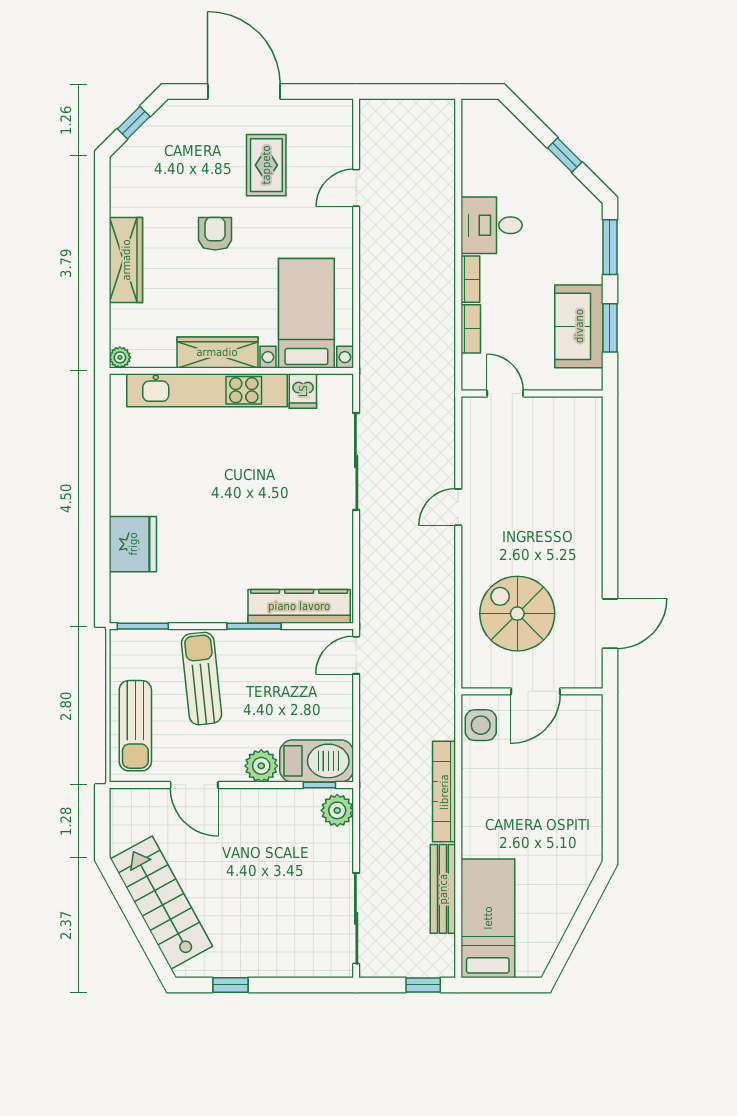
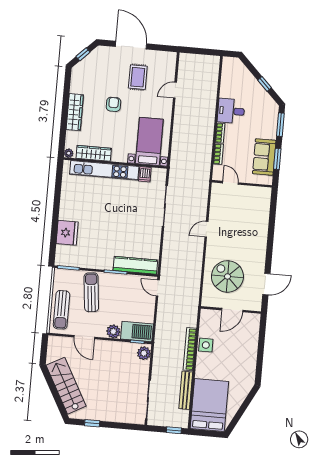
wardrobe: (217, 352) -> (94, 153), moved
door: (356, 655) -> (158, 288), hinge flipped
side table: (481, 725) -> (206, 345), moved
bed: (488, 918) -> (209, 405), width x1.50

